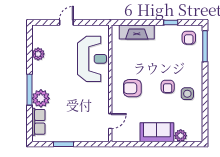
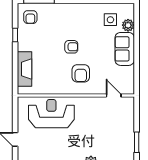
armchair: (189, 38) -> (30, 17), turned 90
armchair: (168, 87) -> (71, 47), moved
side table: (187, 94) -> (110, 20), moved

